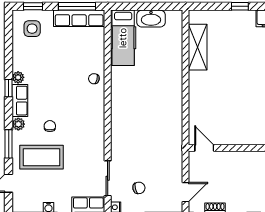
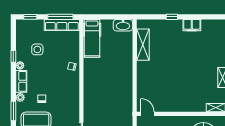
washbasin: (151, 19) -> (123, 25), moved
side table: (32, 29) -> (37, 49), moved
window: (9, 88) -> (13, 56), moved

